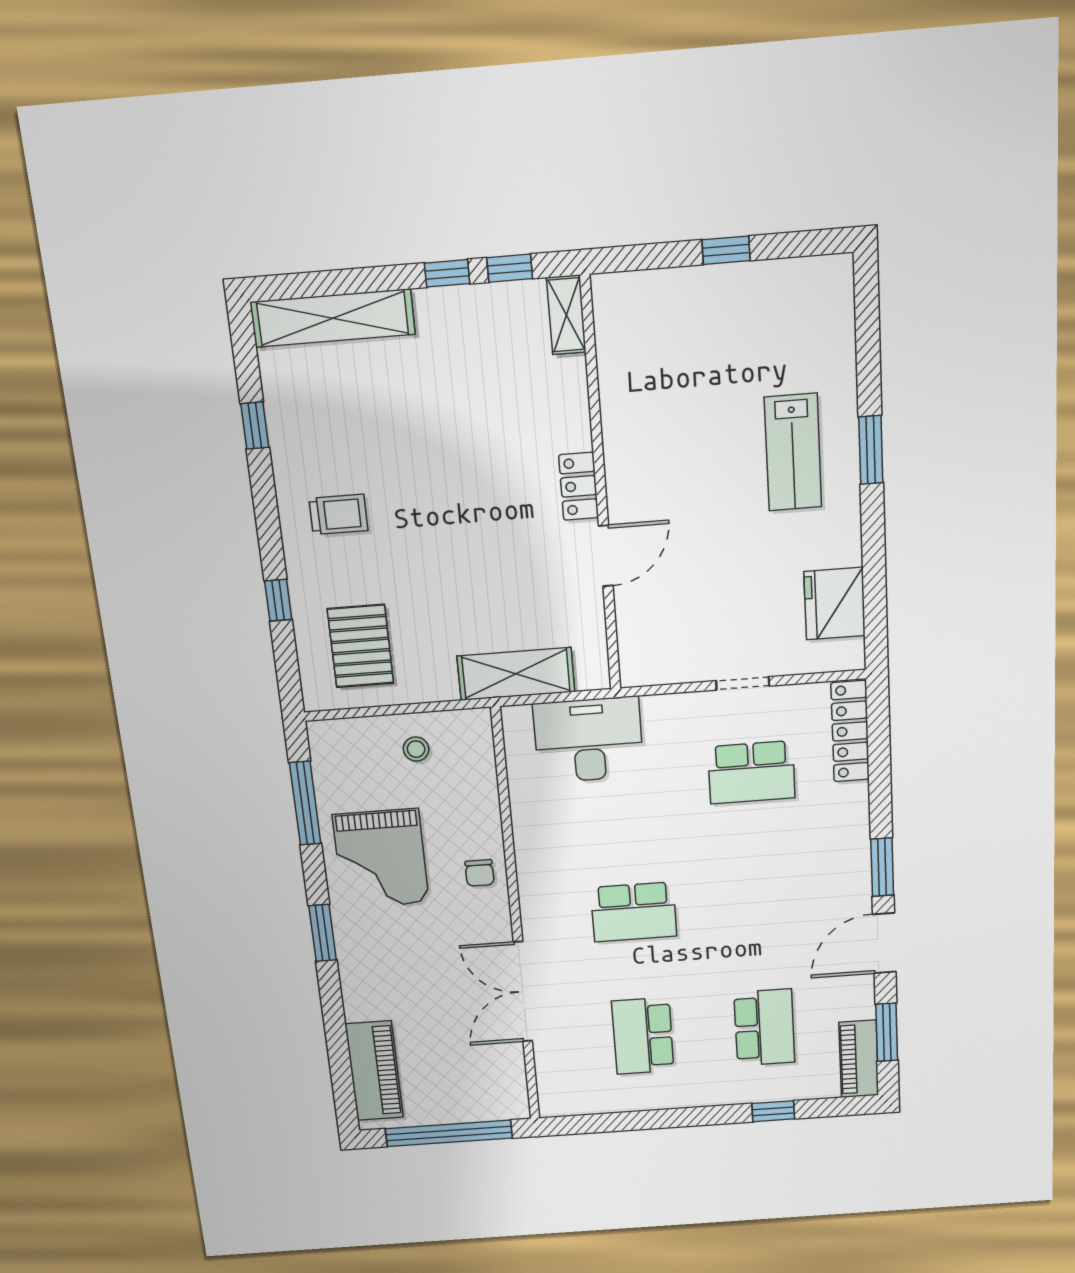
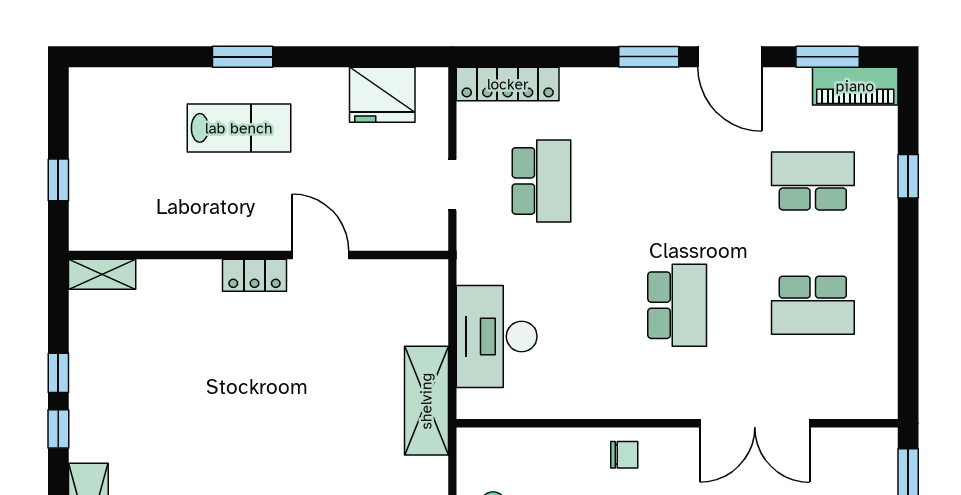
shelving: (566, 315) -> (102, 274), moved
locker: (579, 486) -> (255, 275), moved
wall: (601, 489) -> (258, 255), moved
door: (606, 556) -> (320, 255), moved

